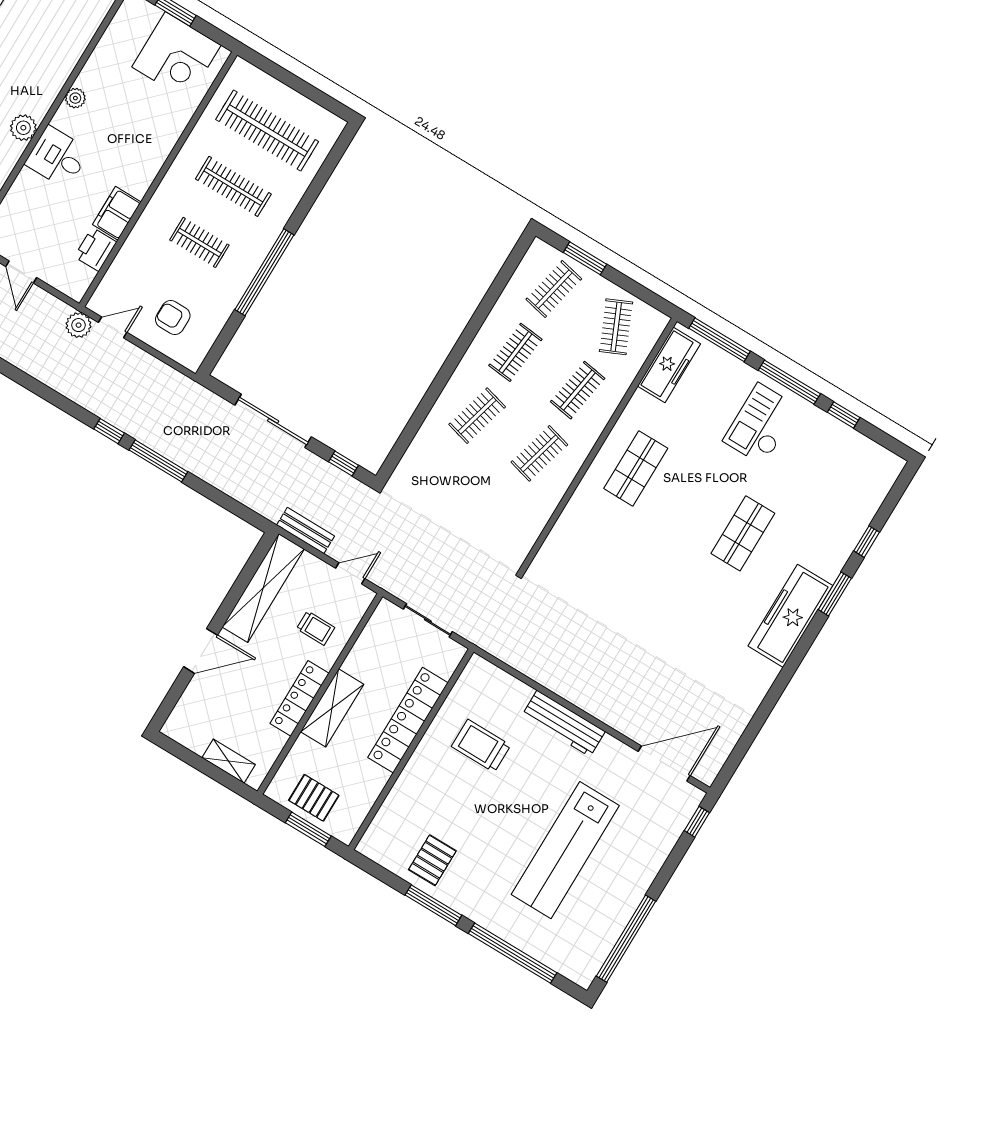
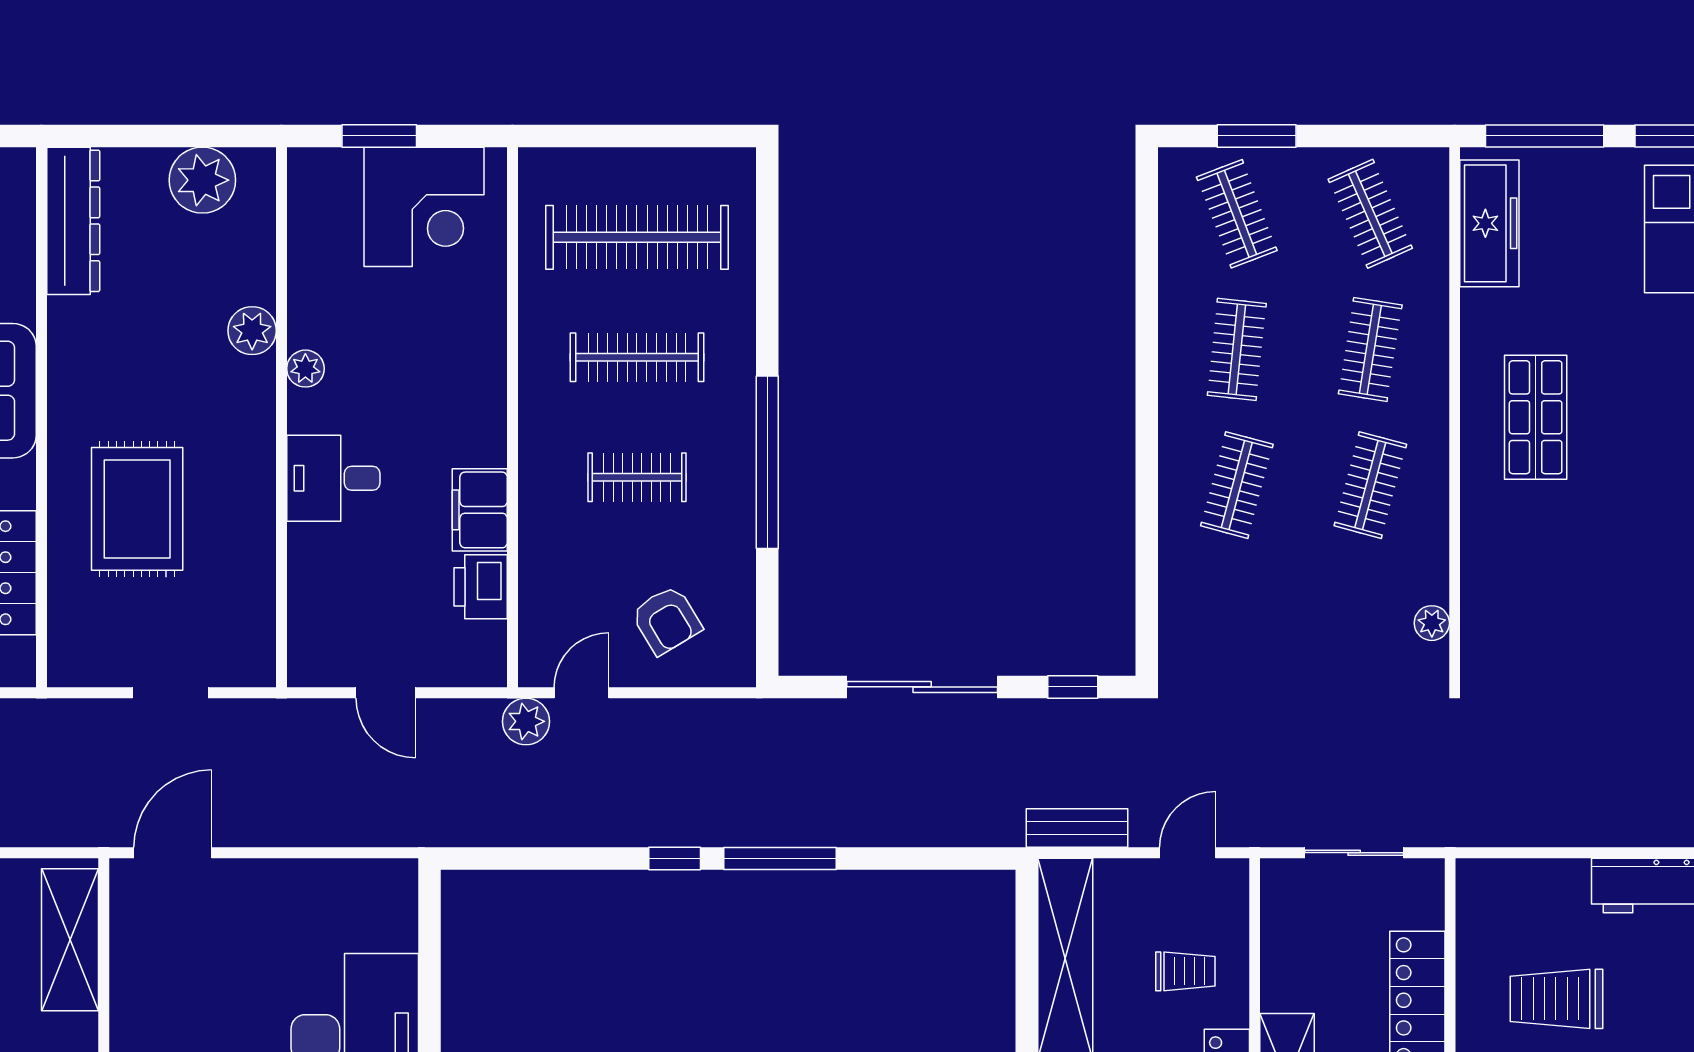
plant: (23, 128) -> (252, 331), moved
clothes rail: (554, 289) -> (1237, 214), turned -33
armchair: (173, 317) -> (667, 620), turned -121
plant: (529, 535) -> (1432, 623), added

